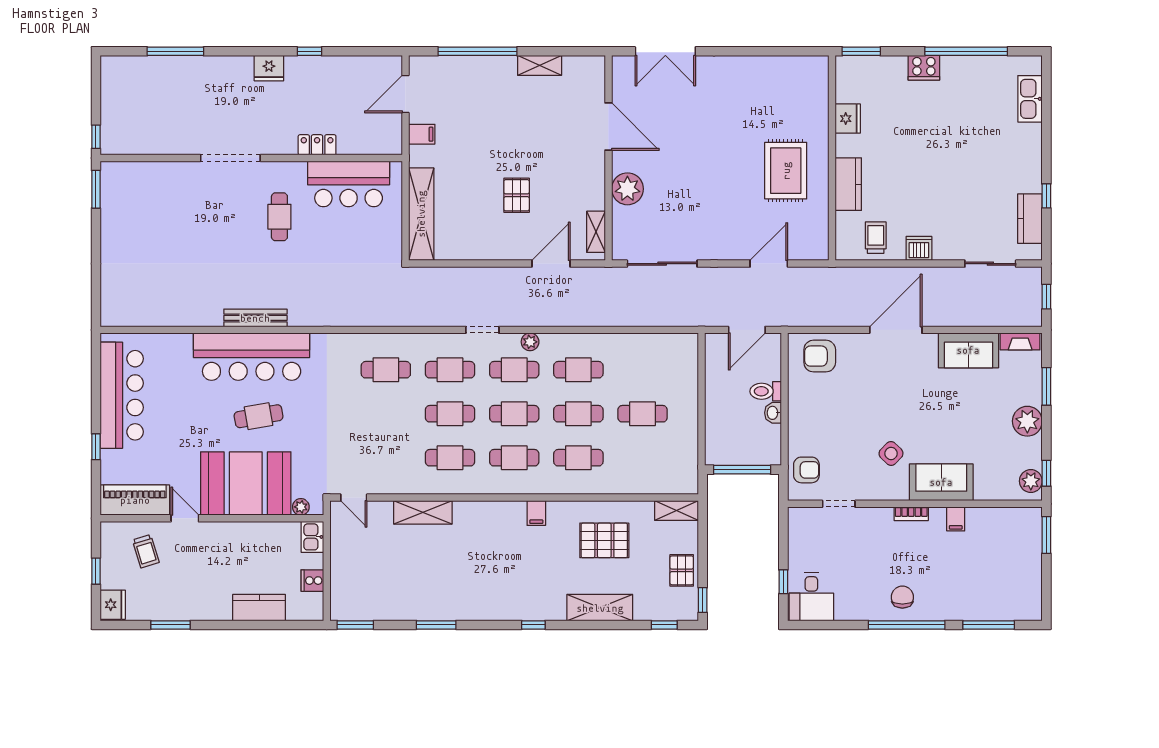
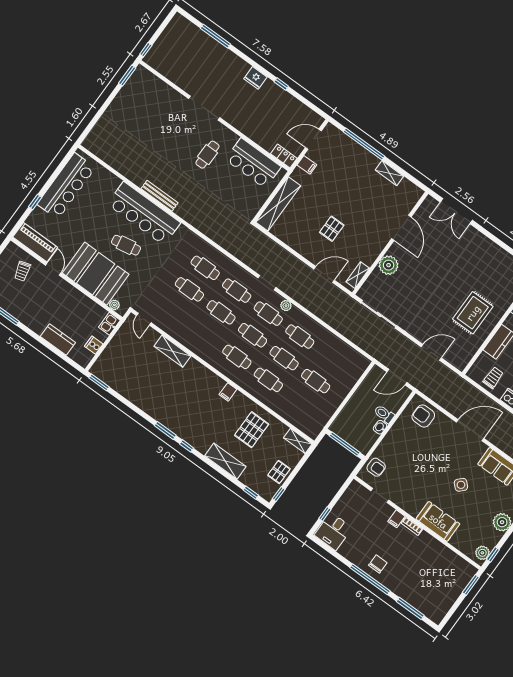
locker: (317, 145) -> (284, 156), moved
side table: (891, 453) -> (461, 485), moved
cafe table: (450, 458) -> (189, 289), moved
filing cabinet: (956, 519) -> (396, 519), moved
pallet: (604, 540) -> (252, 430), turned 90
window: (436, 625) -> (165, 430), moved

